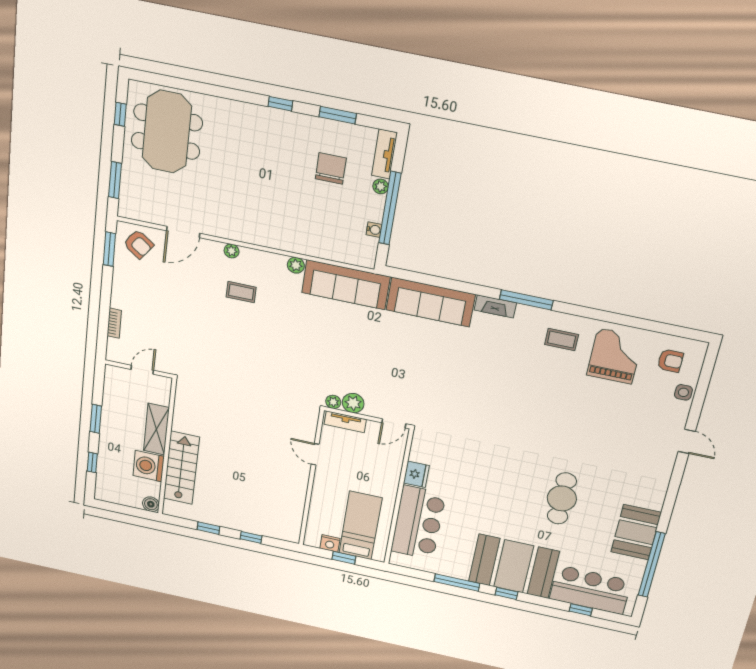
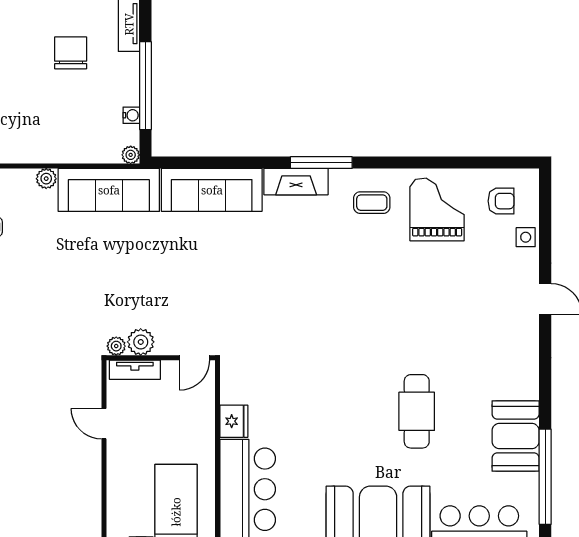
plant: (381, 186) -> (131, 155), moved
fireplace: (495, 306) -> (296, 182), width x1.37, depth x1.32

